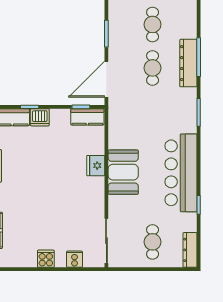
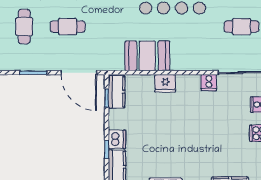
cafe table: (153, 24) -> (24, 27), turned 90
booth: (123, 172) -> (147, 56), moved
cooker: (97, 209) -> (209, 83), added

